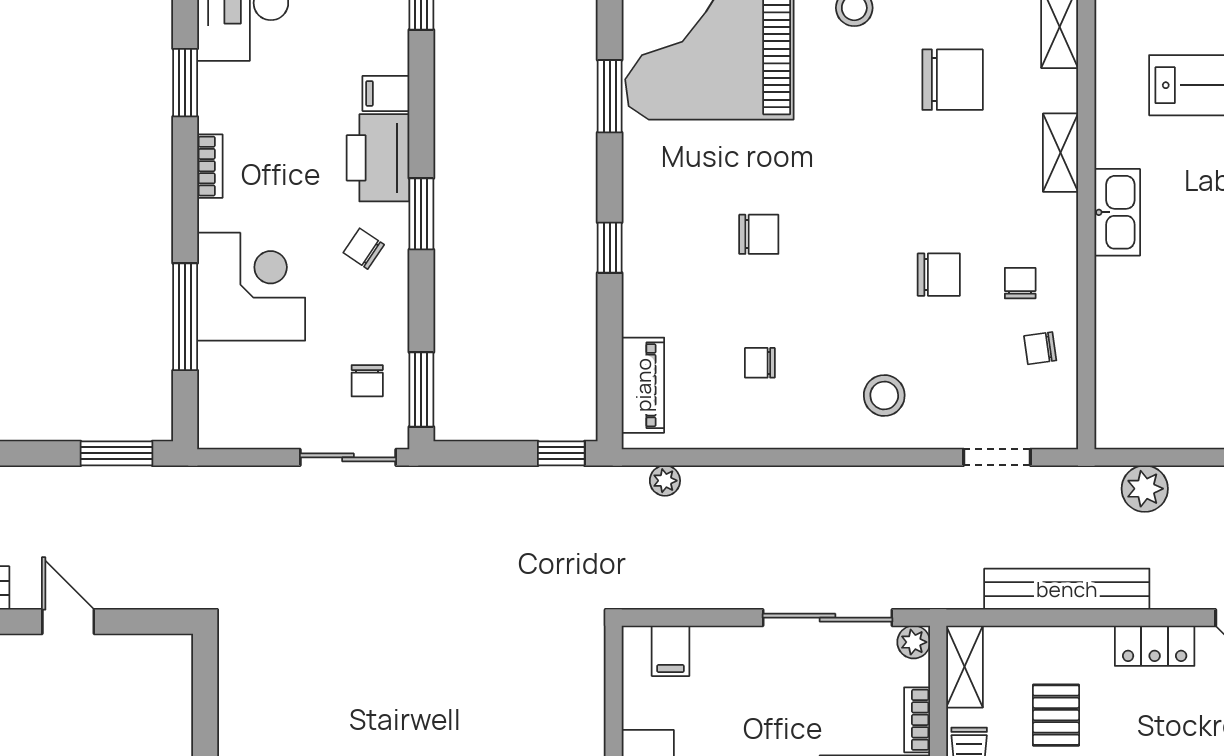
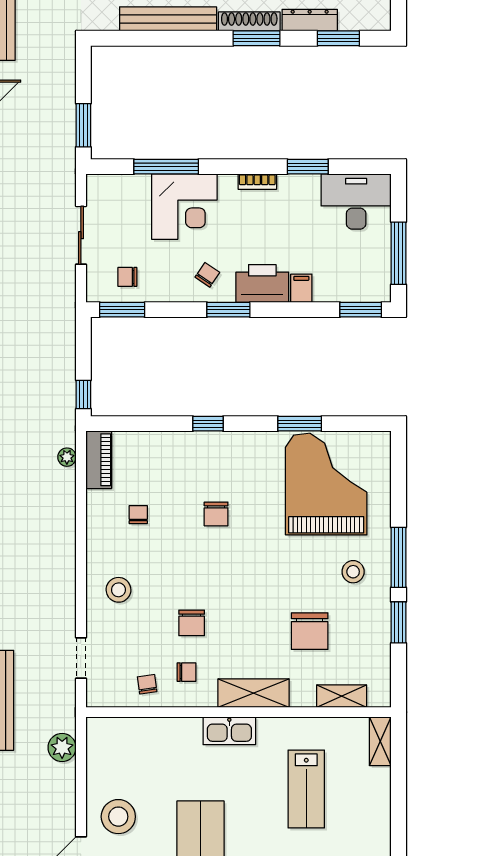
shelving: (1061, 153) -> (254, 693), width x1.50, depth x1.33
piano: (643, 385) -> (99, 460), moved, turned -90
sliding door: (348, 457) -> (81, 235), moved

